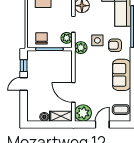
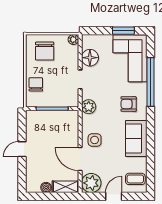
chair: (41, 38) -> (36, 84), moved
plant: (67, 38) -> (72, 95), removed
side table: (97, 40) -> (95, 140), moved
window: (24, 66) -> (22, 128), removed

